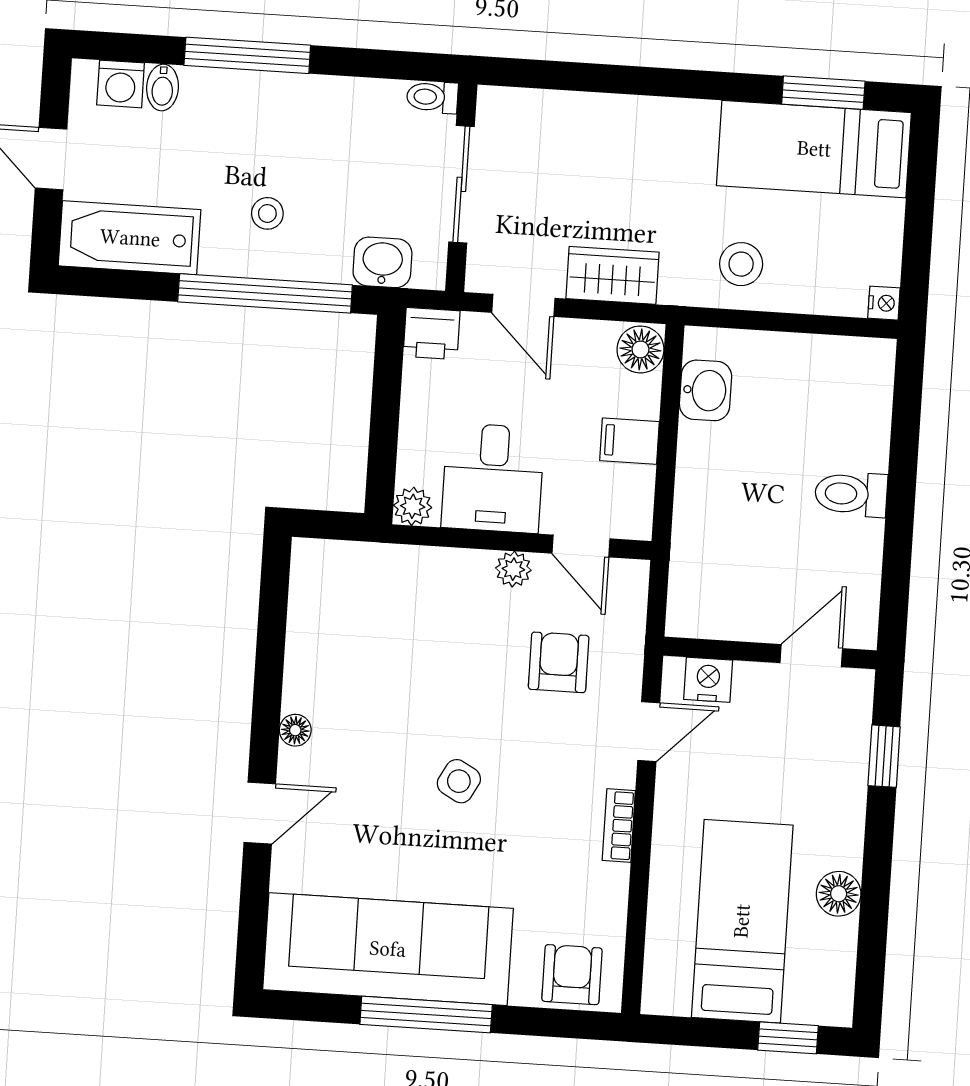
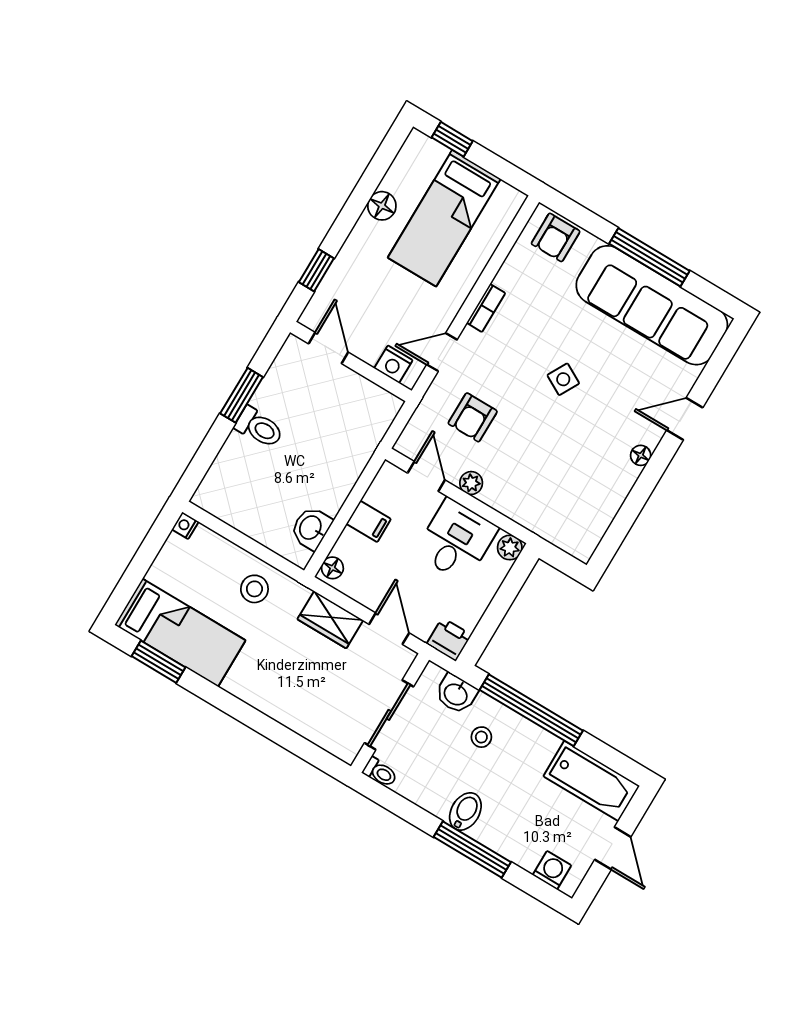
bidet: (163, 87) -> (465, 811), moved, width x1.38, depth x1.36
stool: (267, 213) -> (481, 737), moved
floor lamp: (640, 349) -> (332, 568), width x0.73, depth x0.73
window: (899, 527) -> (242, 395), added
door: (811, 656) -> (328, 348), swing flipped

